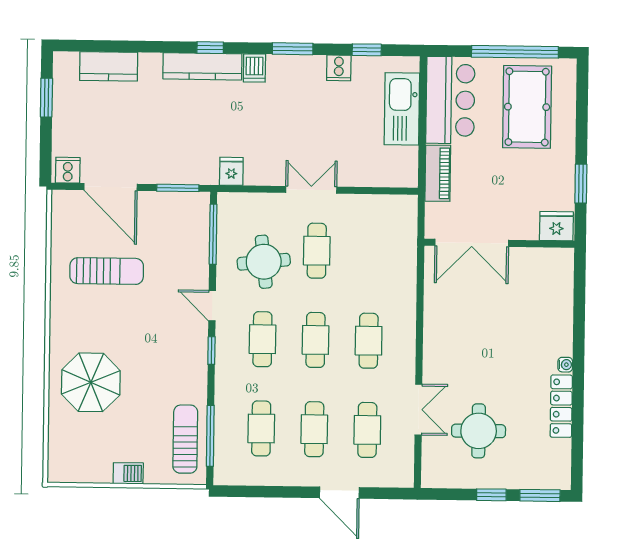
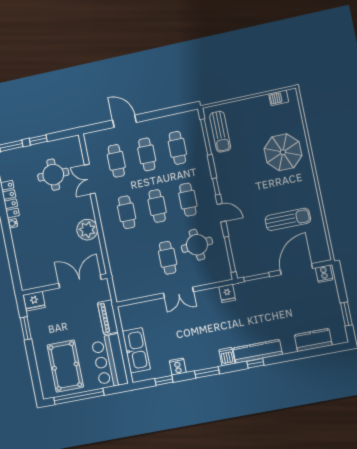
door: (111, 187) -> (296, 269), hinge flipped
sun lounger: (107, 271) -> (288, 219), turned 180
plant: (441, 326) -> (87, 230), added
barbecue: (128, 473) -> (279, 98), moved

